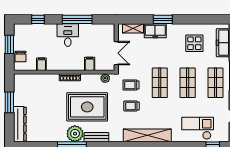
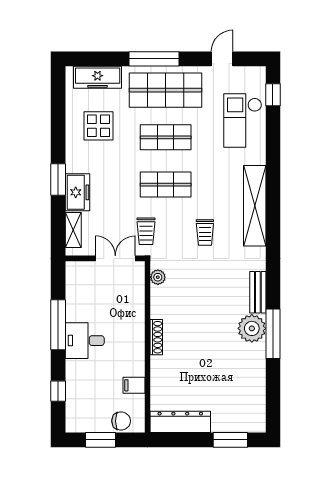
filing cabinet: (90, 64) -> (133, 304), removed
shop shelf: (215, 83) -> (166, 90), width x1.43, depth x1.36
trolley: (131, 85) -> (146, 231), moved
window: (9, 102) -> (230, 440), moved
rug: (87, 107) -> (207, 308), removed
dresser: (20, 124) -> (180, 422), moved

